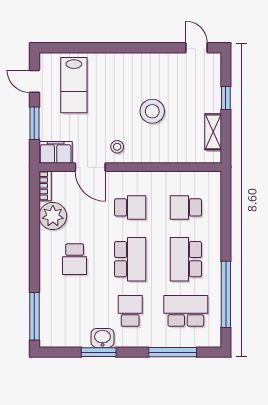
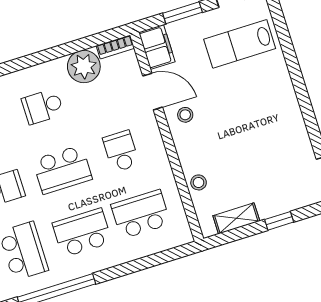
stool: (152, 111) -> (199, 182), moved, width x0.53, depth x0.53
door: (90, 167) -> (153, 92), swing flipped
school desk: (130, 207) -> (121, 151), turned 180
school desk: (186, 207) -> (141, 214), width x1.85

